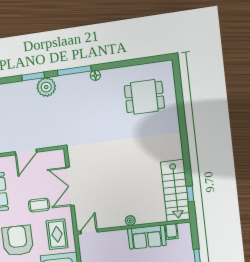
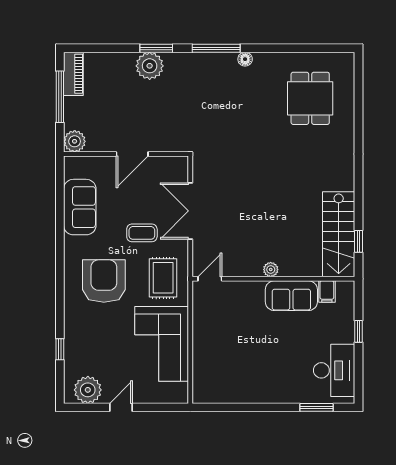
plant: (46, 87) -> (150, 66), moved
dining table: (144, 97) -> (310, 98), turned 90

